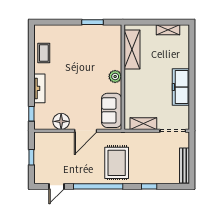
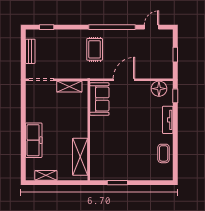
plant: (115, 76) -> (96, 131), removed
freezer: (181, 87) -> (34, 140), moved
floor lamp: (61, 121) -> (159, 89), moved
rug: (117, 163) -> (95, 49), width x0.73, depth x0.70
bench: (185, 166) -> (30, 51), width x0.73
window: (149, 186) -> (47, 27), moved

